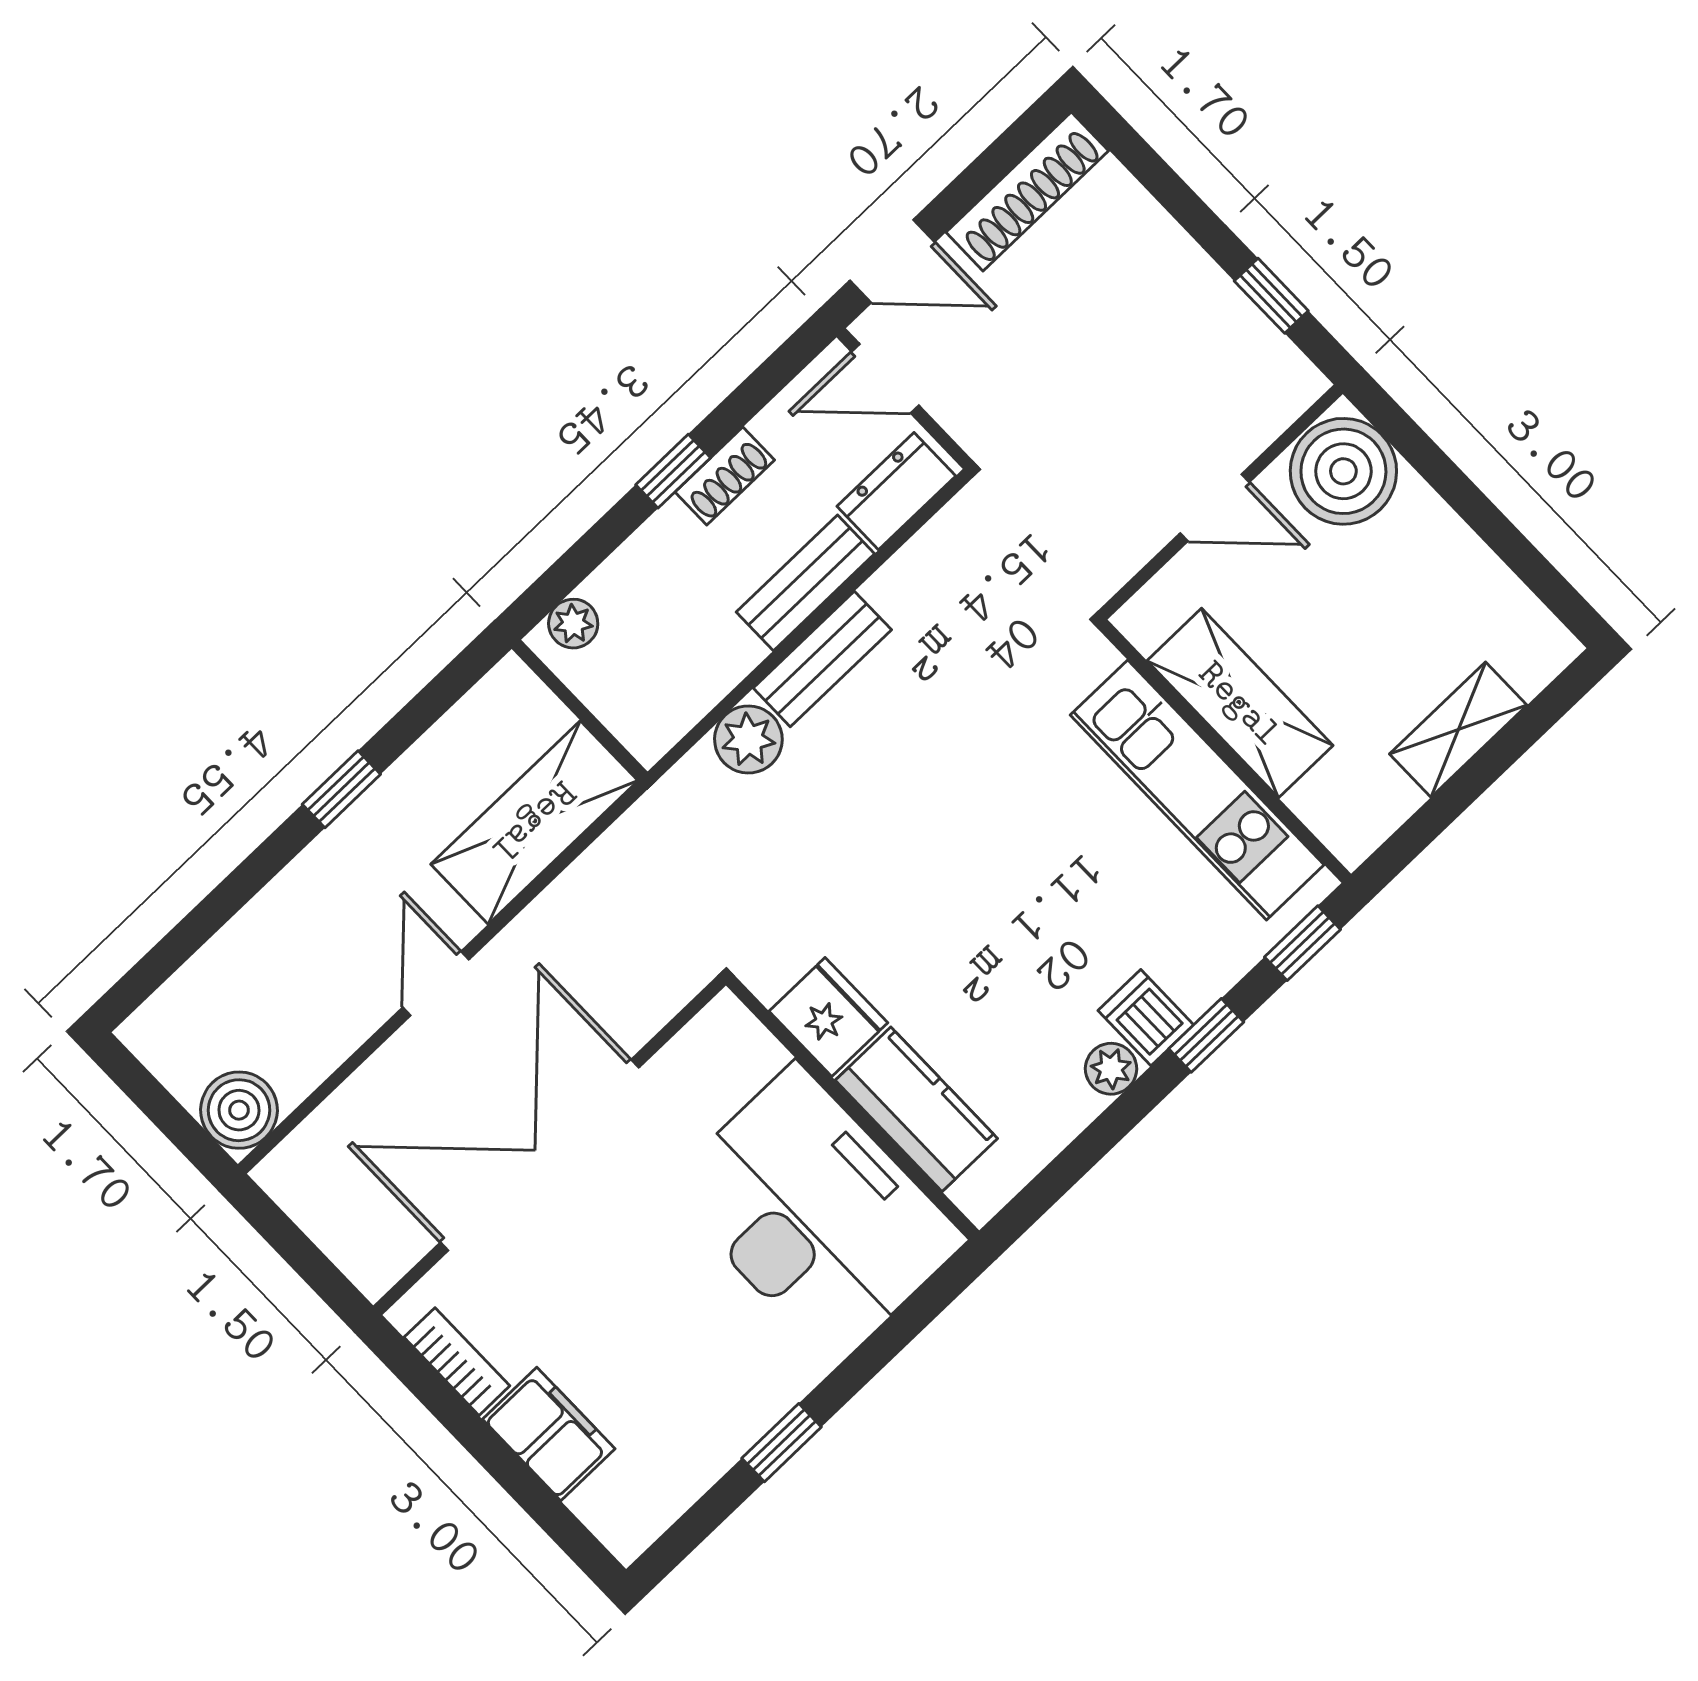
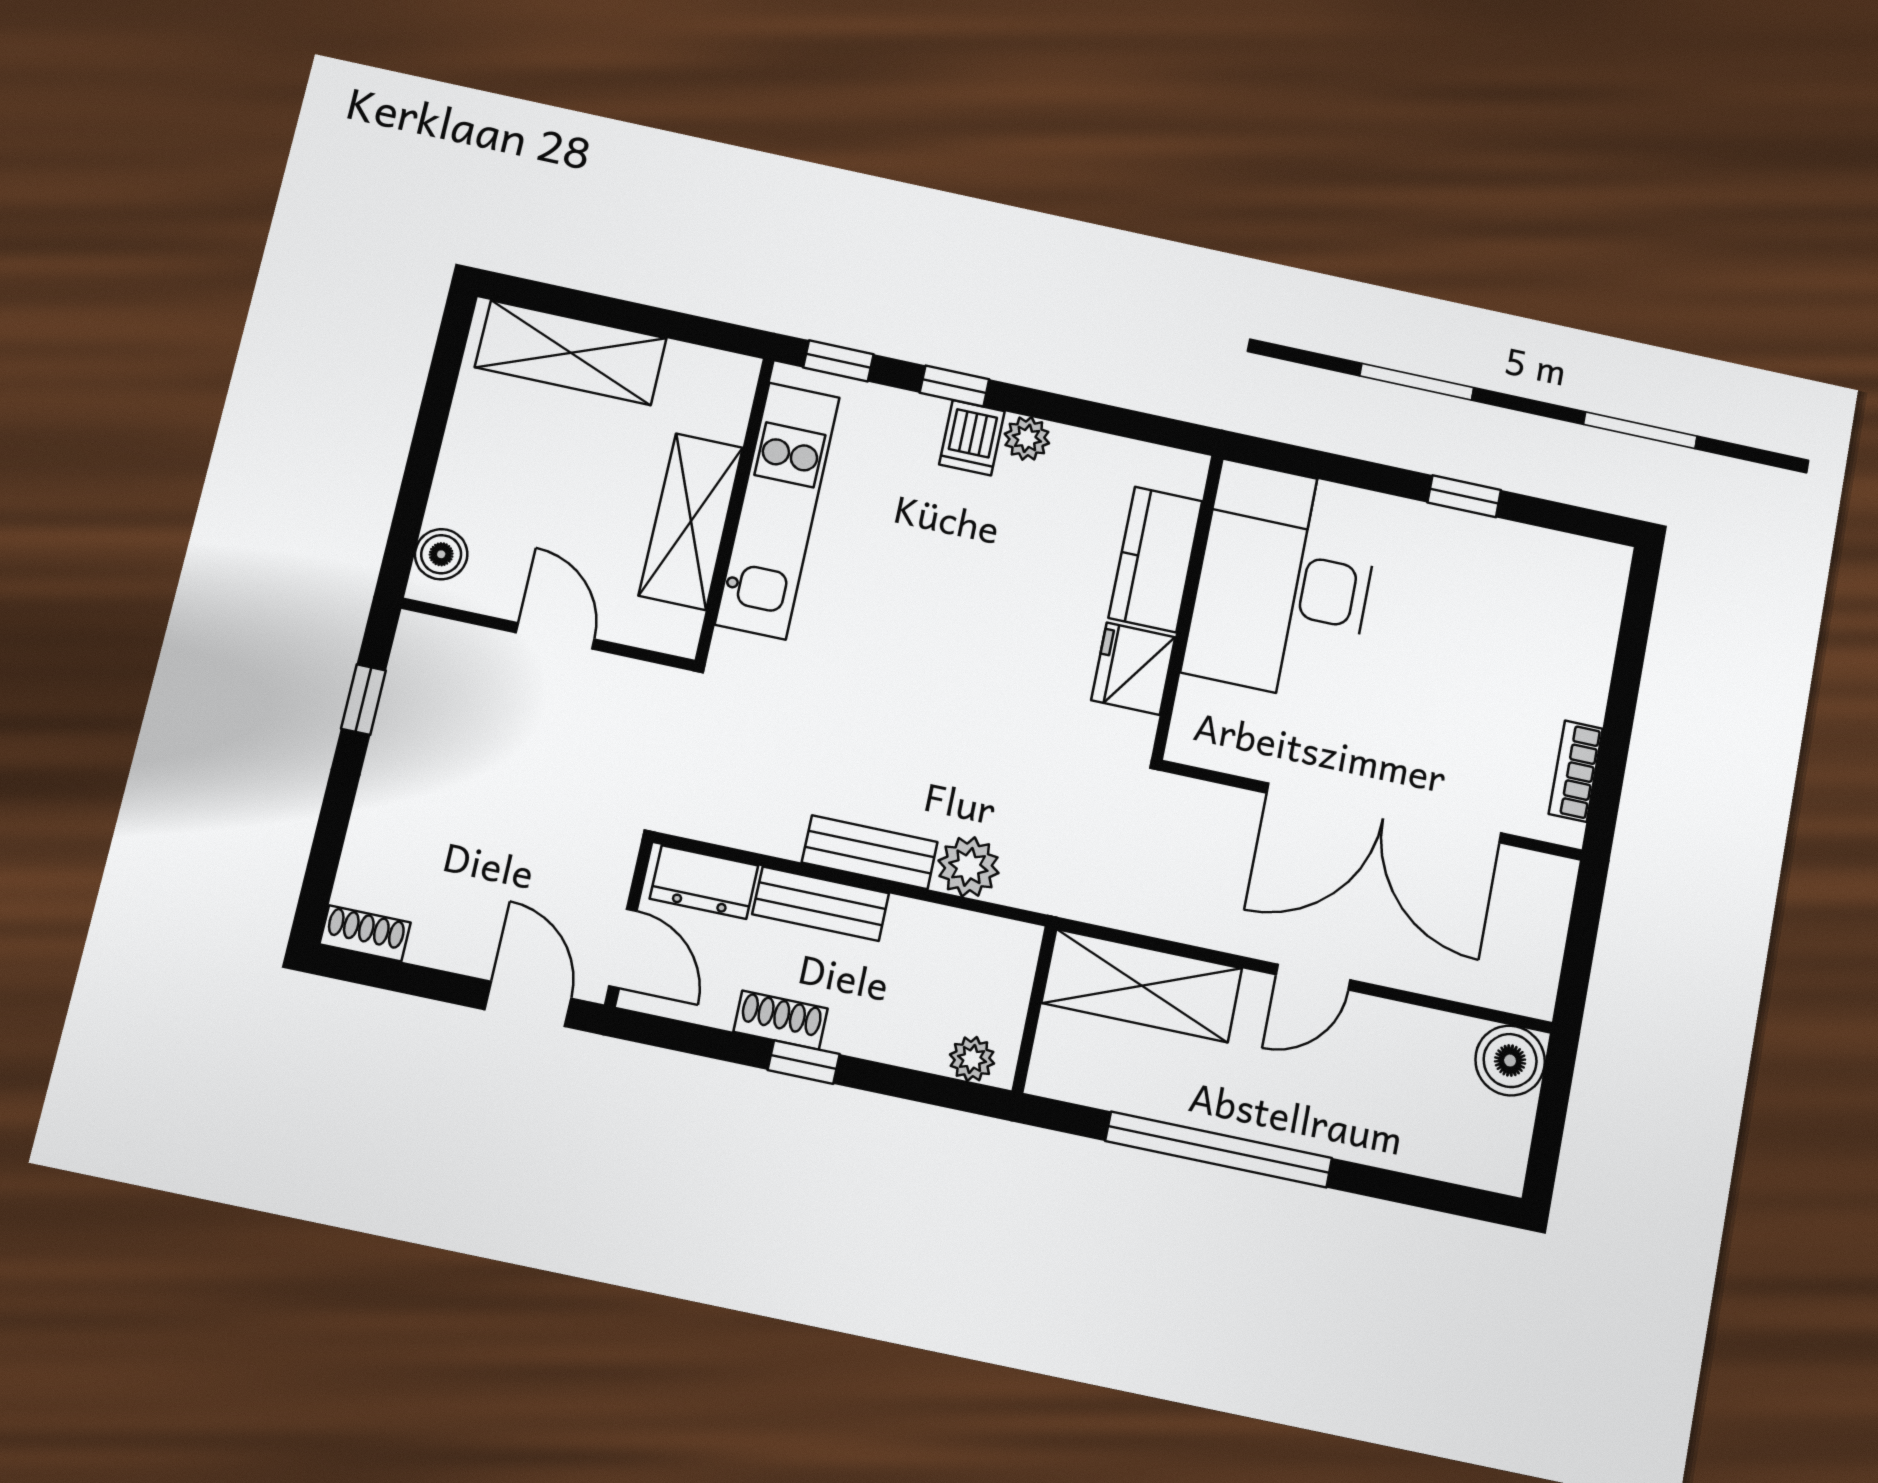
shoe rack: (1027, 192) -> (365, 933), width x0.51, depth x0.81
boiler: (1343, 471) -> (441, 554), width x0.54, depth x0.54
shelving: (1458, 730) -> (571, 353), width x1.50, depth x1.33
window: (341, 789) -> (1219, 1150), width x3.17
filing cabinet: (549, 1434) -> (1579, 669), removed

